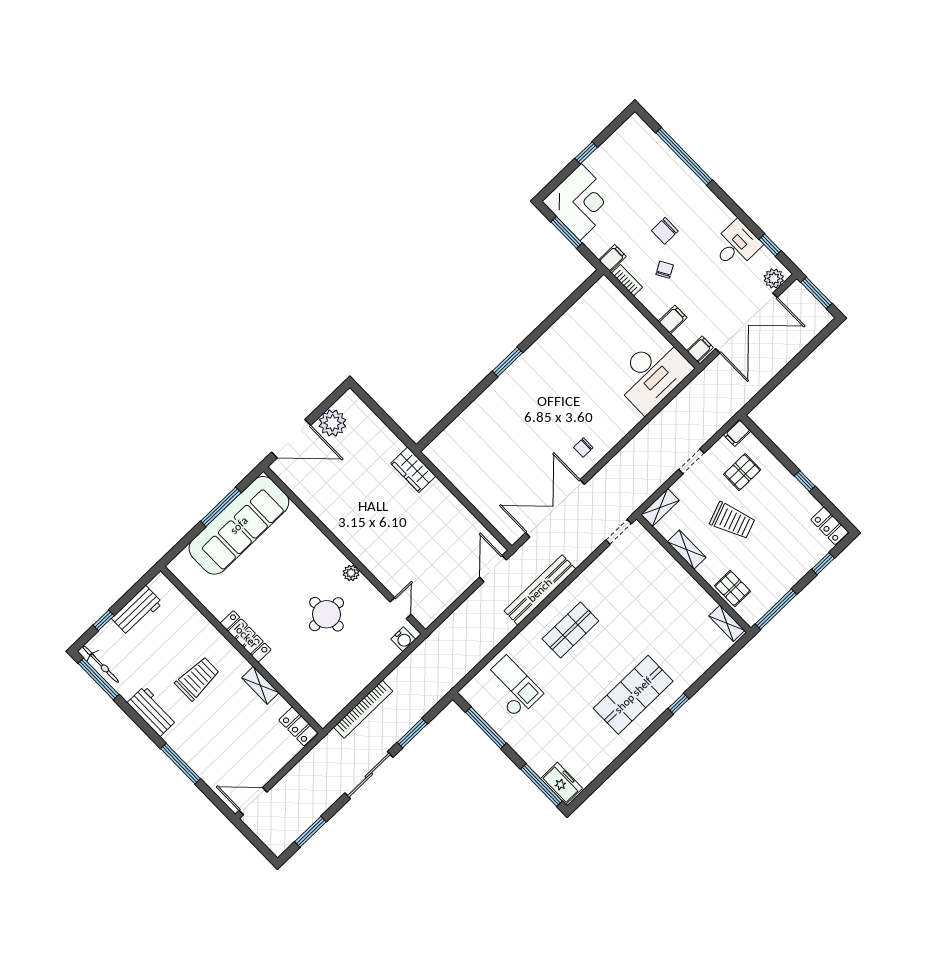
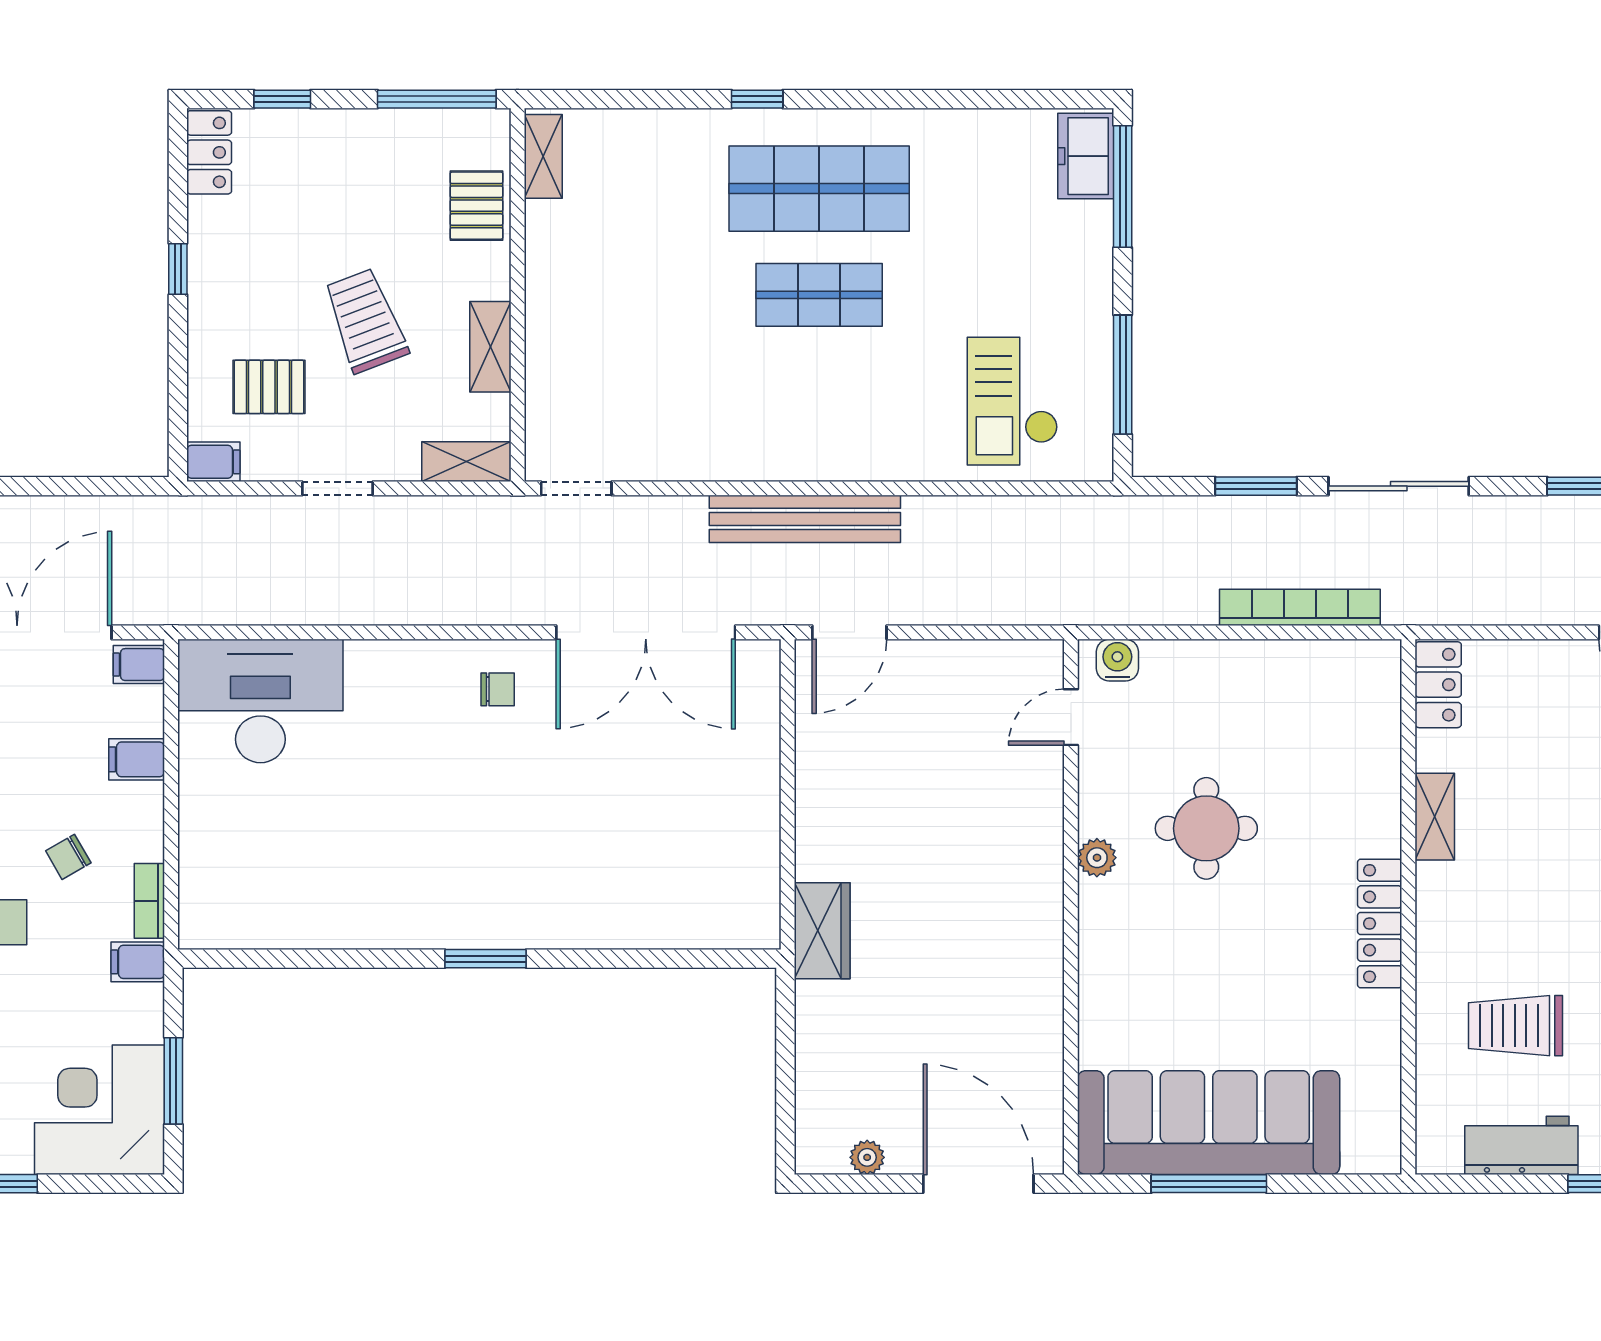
plant: (333, 423) -> (867, 1157), width x0.53, depth x0.53
shop shelf: (570, 630) -> (819, 295), moved
trolley: (197, 679) -> (1516, 1026), moved

